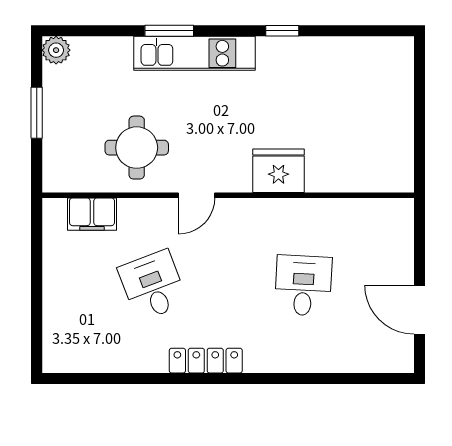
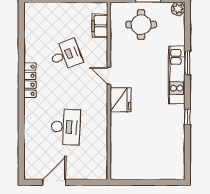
round table: (137, 148) -> (141, 25), moved
fridge: (278, 171) -> (120, 100), moved
desk: (303, 286) -> (66, 127), width x1.37

